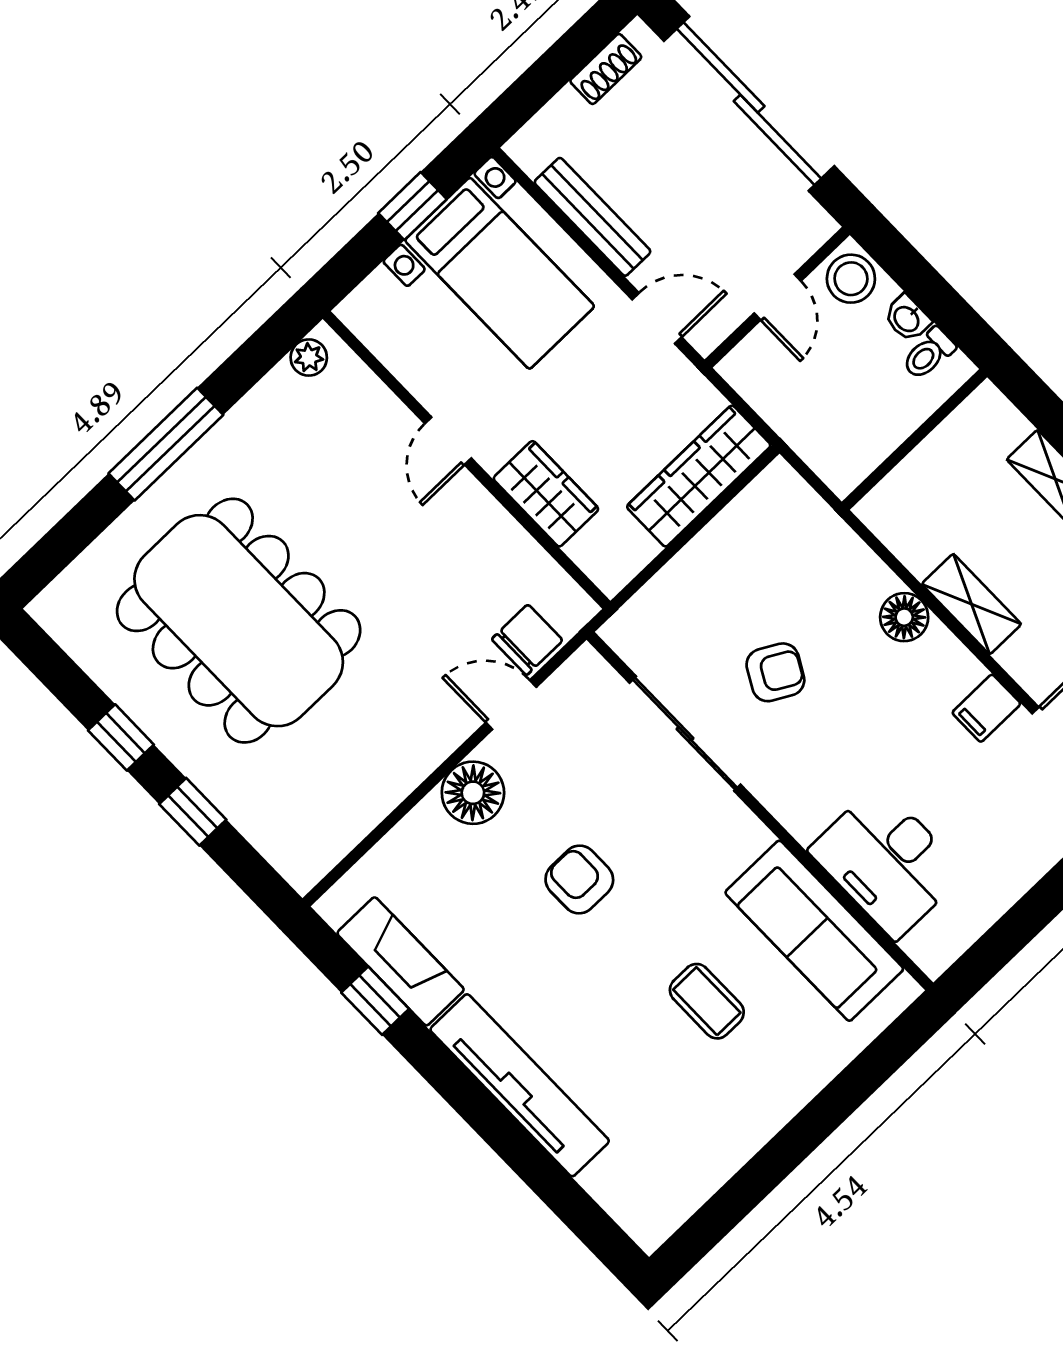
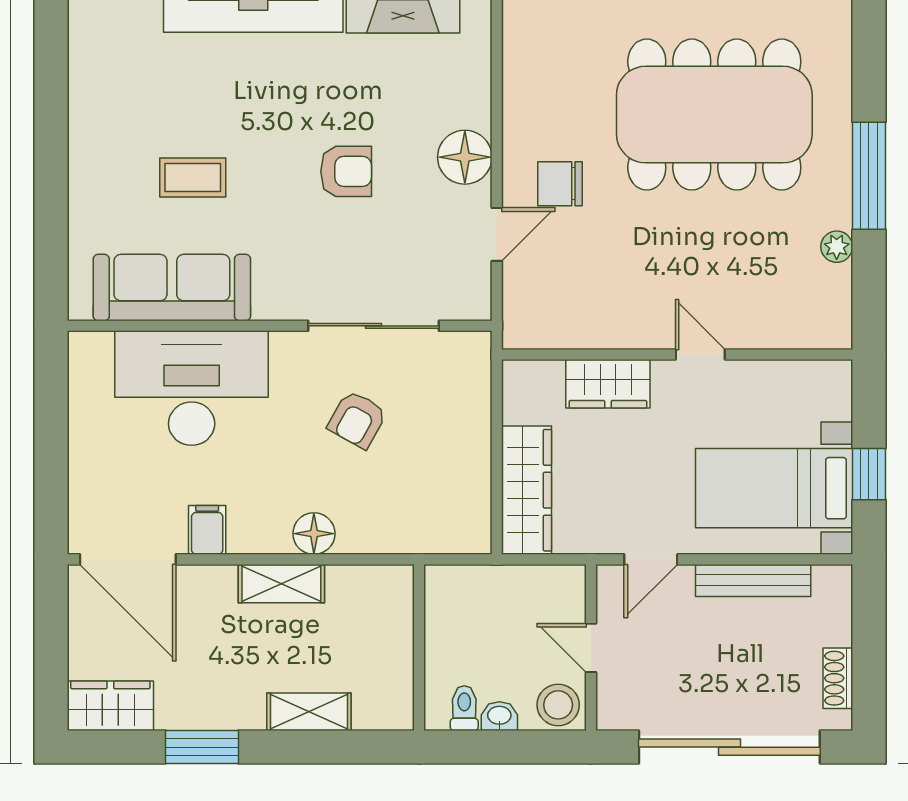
plant: (309, 358) -> (837, 247), moved
chair: (527, 640) -> (560, 184), moved, turned 90
desk: (887, 862) -> (192, 388), width x1.36, depth x1.30

